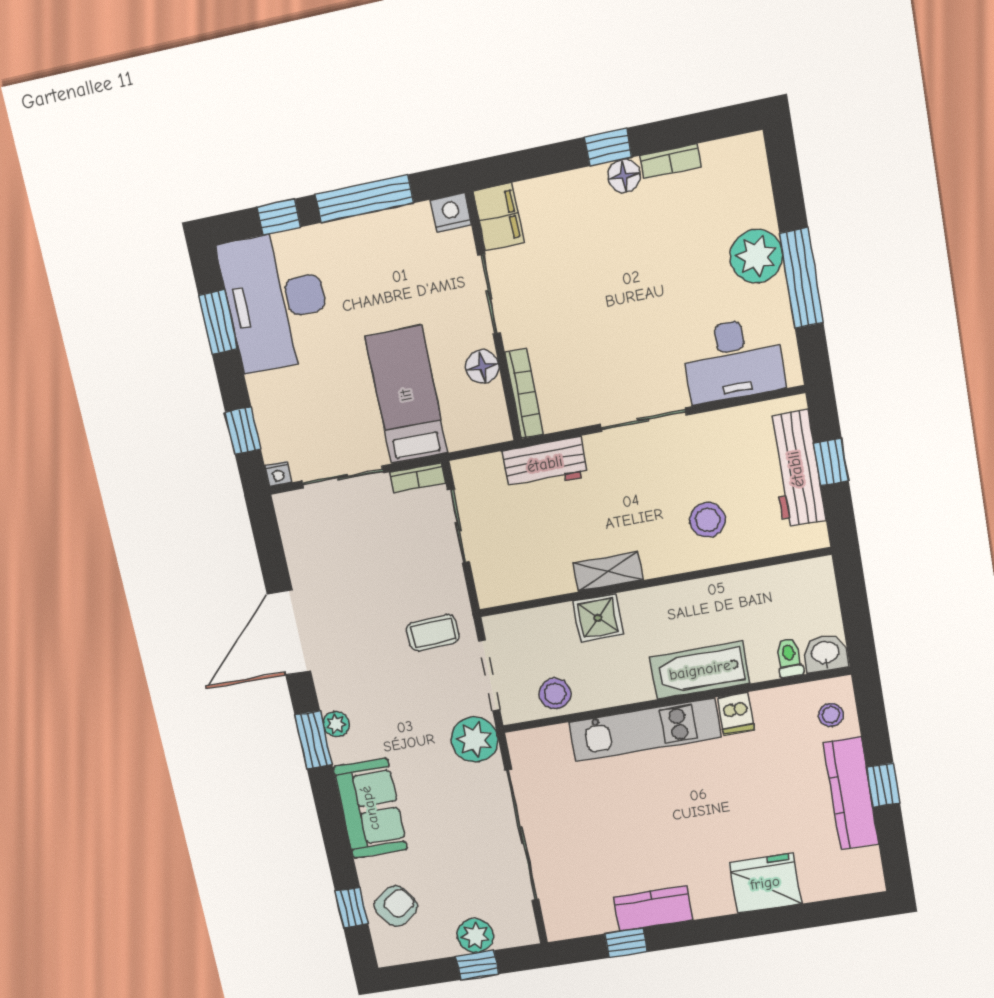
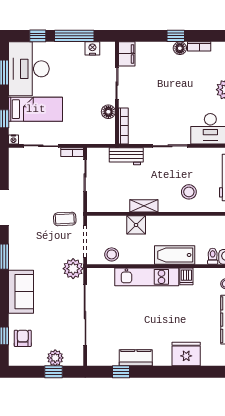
nightstand: (451, 213) -> (92, 48), moved
bed: (406, 395) -> (36, 109), moved, turned 90
plant: (336, 724) -> (14, 251), removed
armchair: (396, 906) -> (23, 338), turned -55

